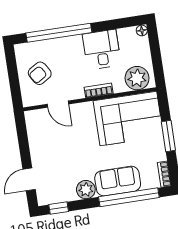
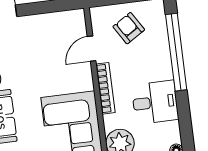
bookcase: (99, 90) -> (105, 88), width x1.56

